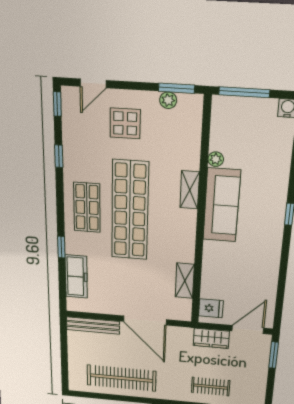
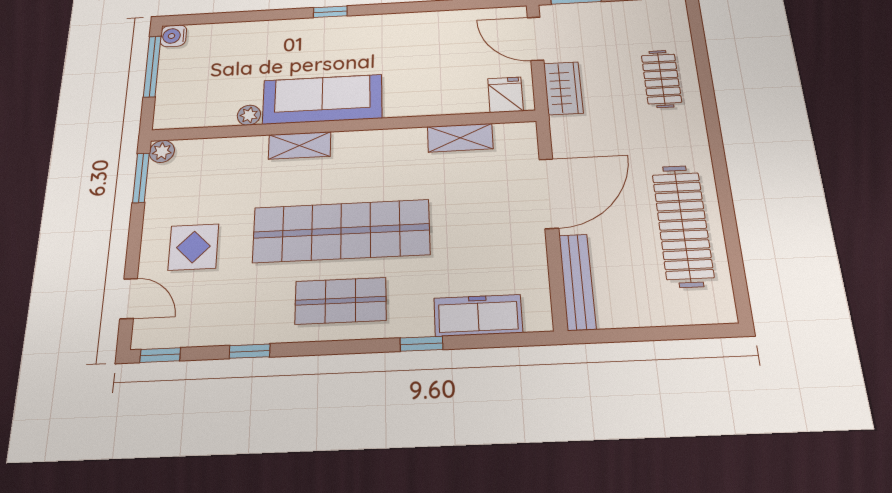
window: (244, 92) -> (152, 66), moved
plant: (168, 100) -> (162, 151), moved

